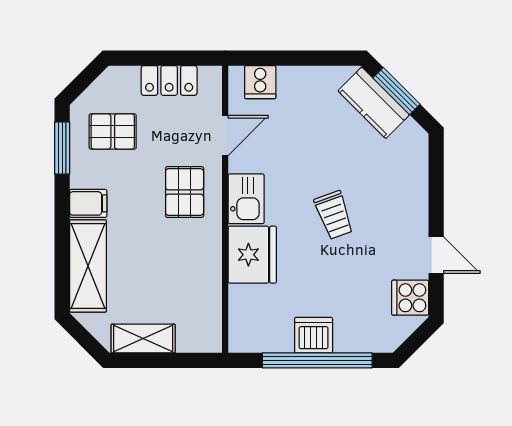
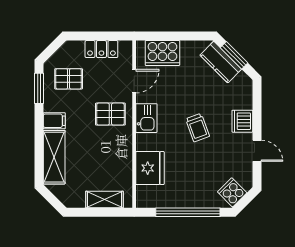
cooker: (260, 82) -> (162, 53), width x1.87, depth x1.31
pallet: (185, 192) -> (110, 114), turned 90
fridge: (252, 255) -> (150, 168), moved
cooker: (410, 298) -> (232, 192), moved, turned 45
dishwasher: (314, 335) -> (242, 121), moved, turned -90
shelving: (143, 339) -> (104, 199), moved

